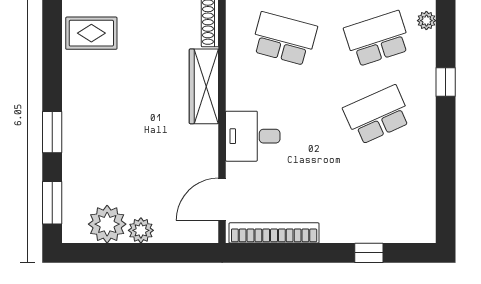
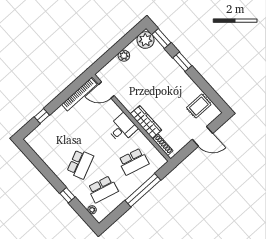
school desk: (377, 39) -> (103, 189), turned 33
desk: (253, 136) -> (122, 128), moved
door: (222, 199) -> (106, 90), swing flipped
plant: (107, 224) -> (145, 40), moved

